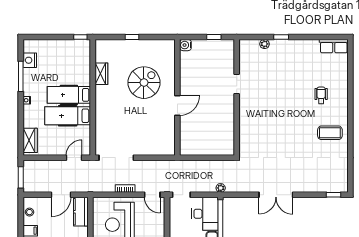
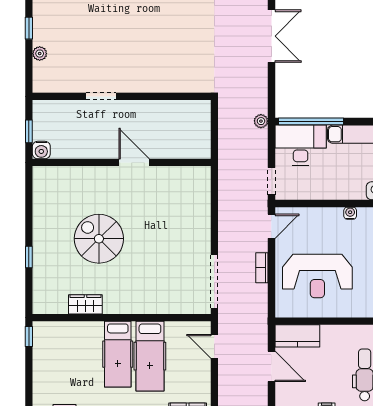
water cooler: (185, 45) -> (41, 150), moved
wall: (177, 97) -> (122, 162), moved
door: (177, 105) -> (134, 162), moved

